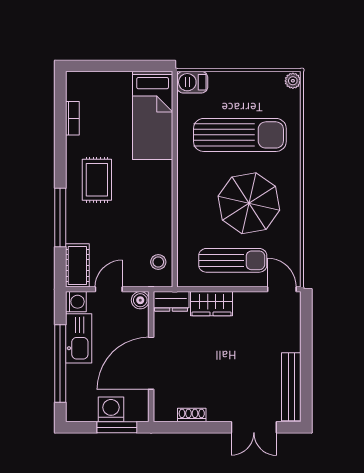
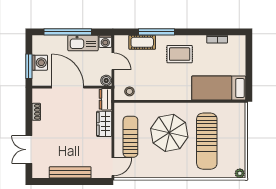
barbecue: (192, 82) -> (239, 112), removed
parasol: (249, 203) -> (169, 133), moved
sun lounger: (233, 260) -> (130, 137), turned 180
cot: (77, 265) -> (142, 42), moved
bench: (291, 387) -> (70, 172), moved

